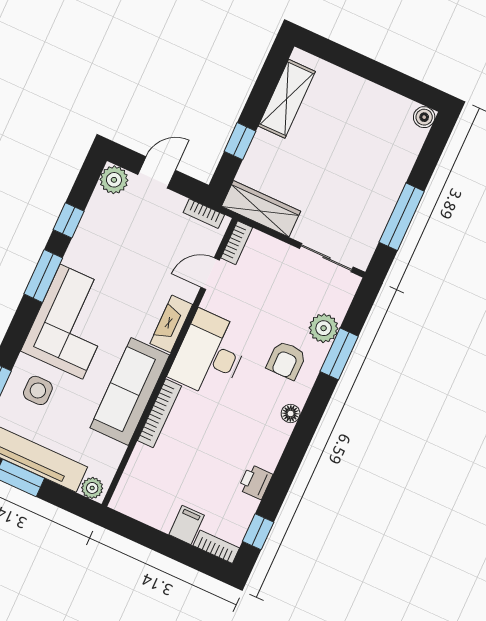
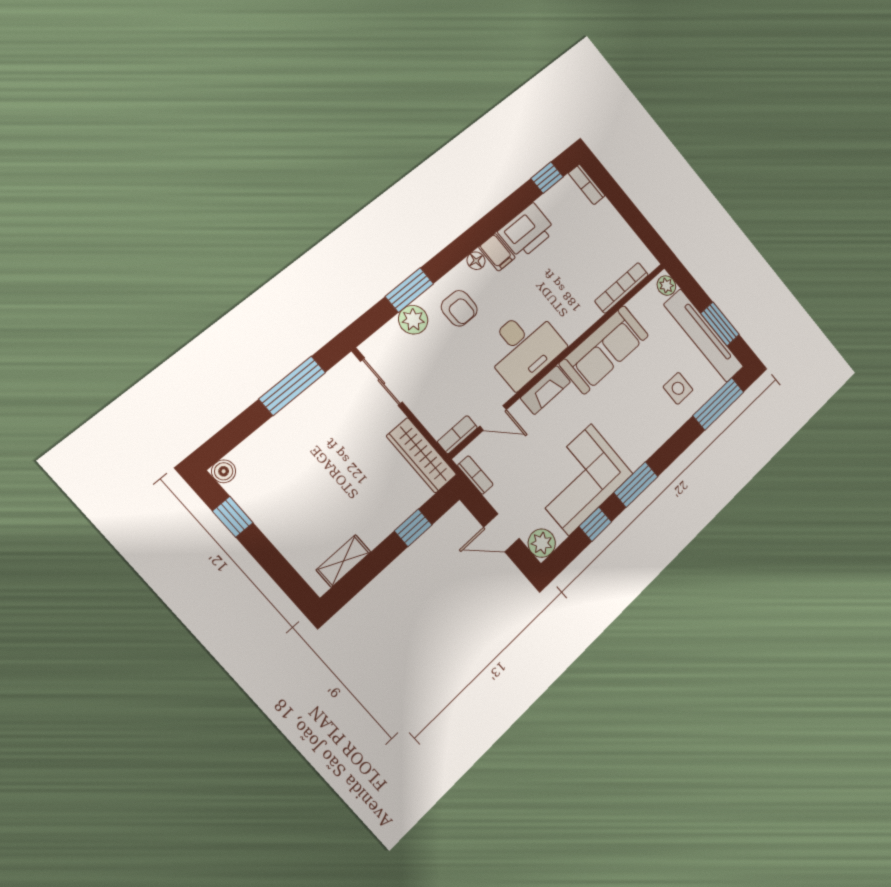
window: (399, 83) -> (233, 517), added
shelving: (287, 99) -> (344, 561), width x0.67, depth x0.75
corner sofa: (71, 322) -> (580, 479), moved
armchair: (286, 360) -> (459, 308), turned 90
bookcase: (159, 413) -> (622, 288), moved
printer: (255, 482) -> (527, 231), width x1.87, depth x1.48
filing cabinet: (187, 525) -> (497, 252), moved, turned -90

